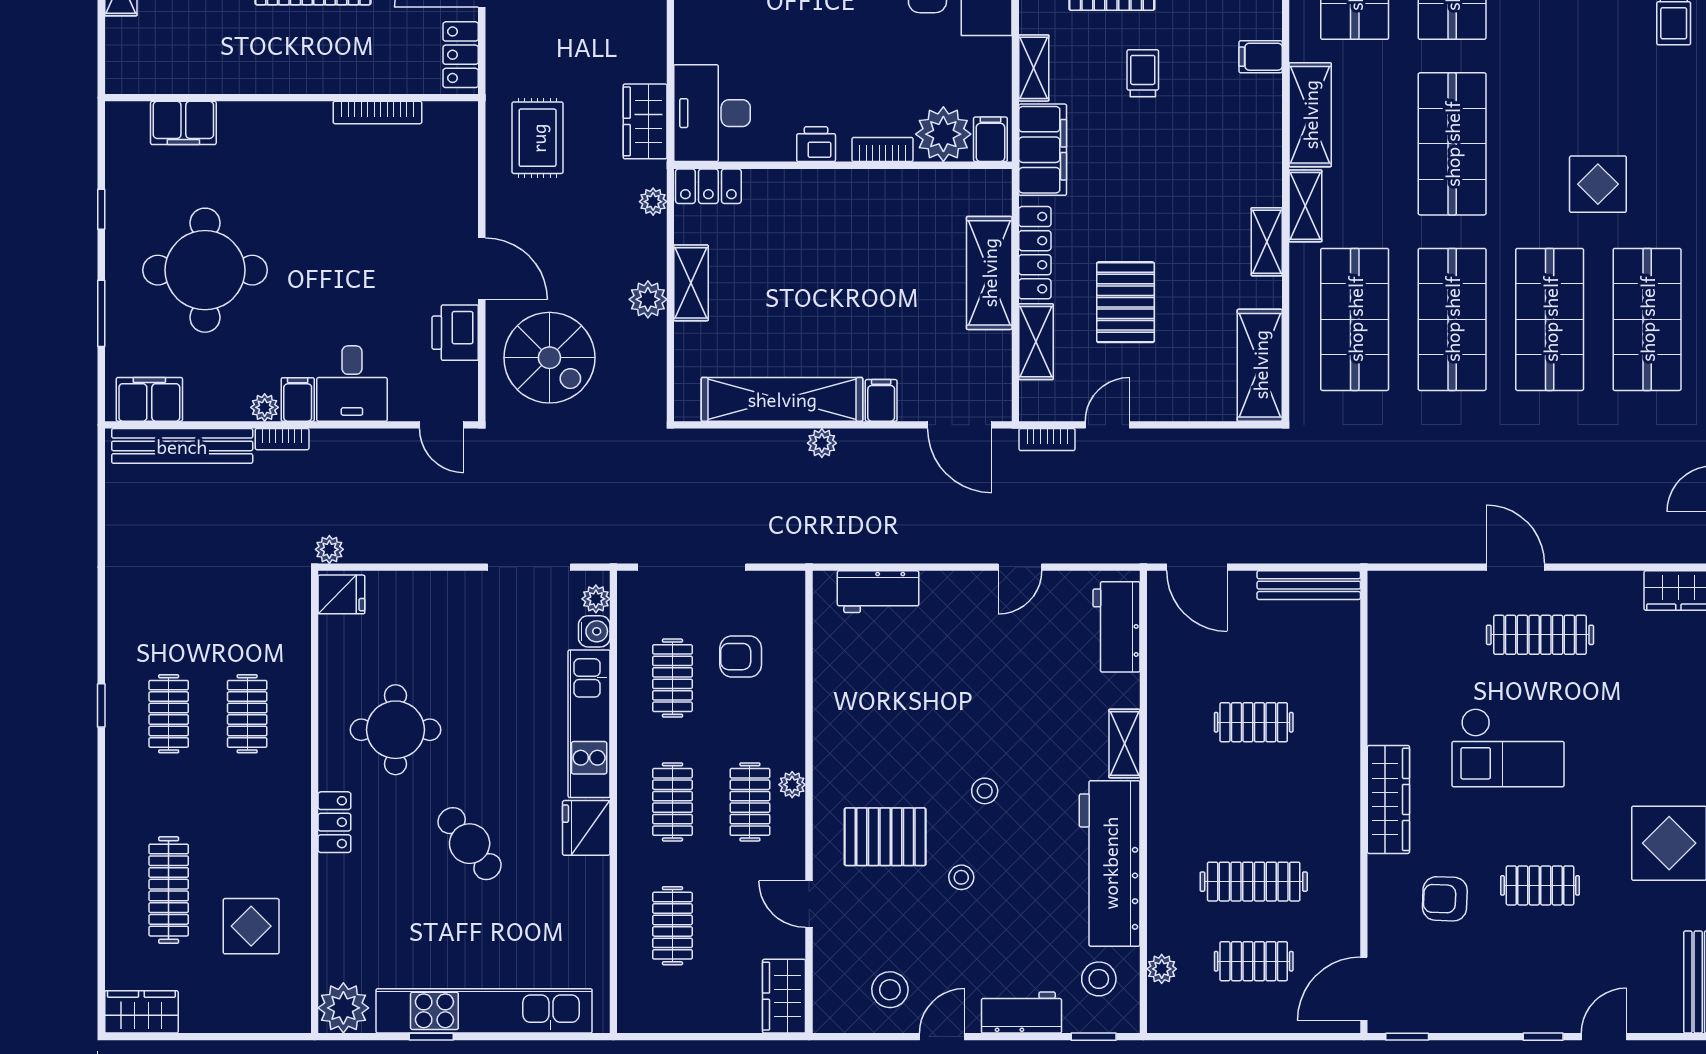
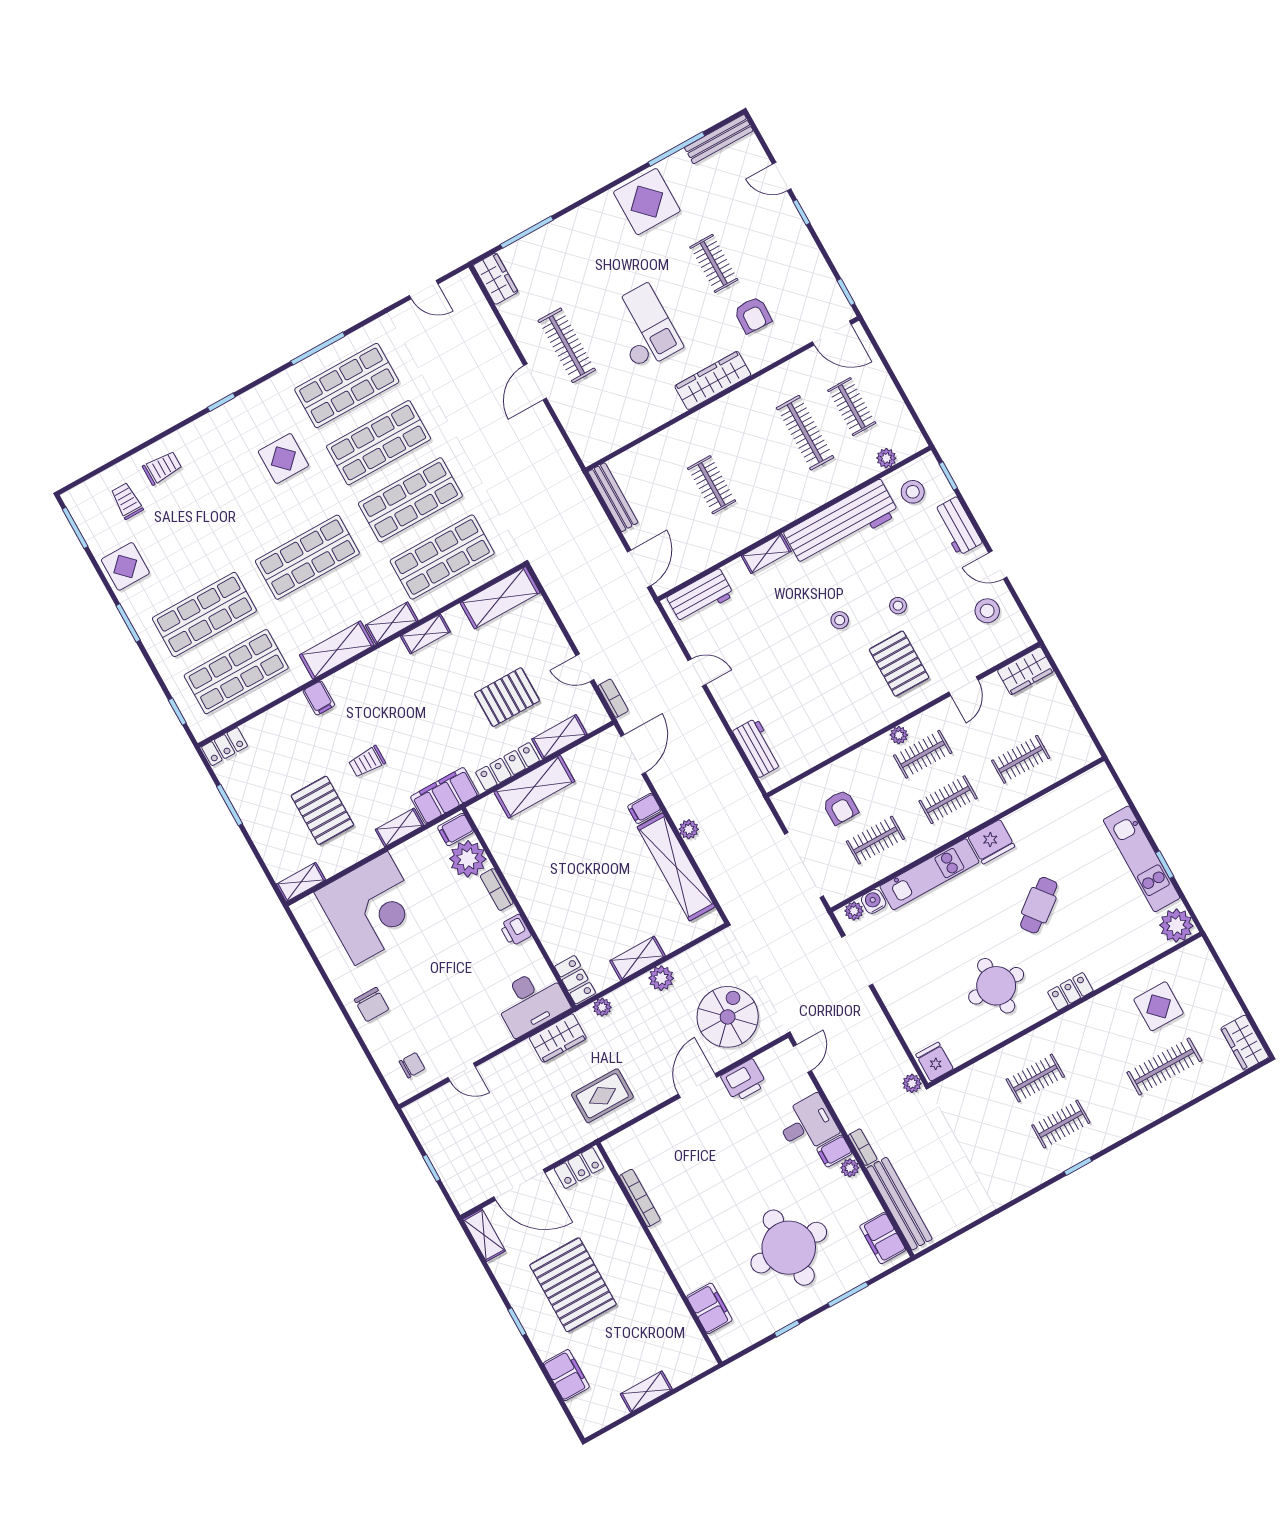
kitchen unit: (484, 1011) -> (1142, 859), width x0.73

